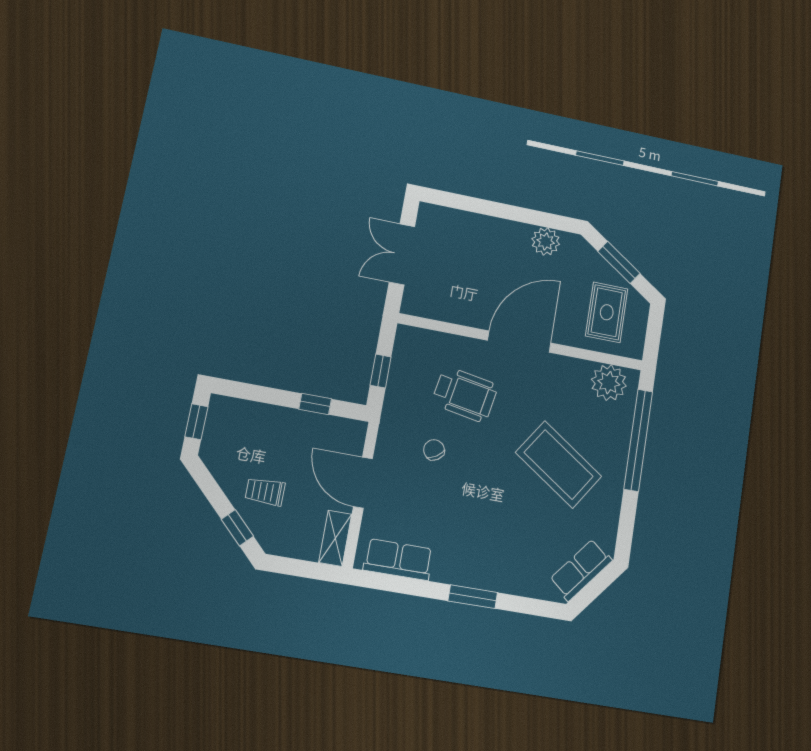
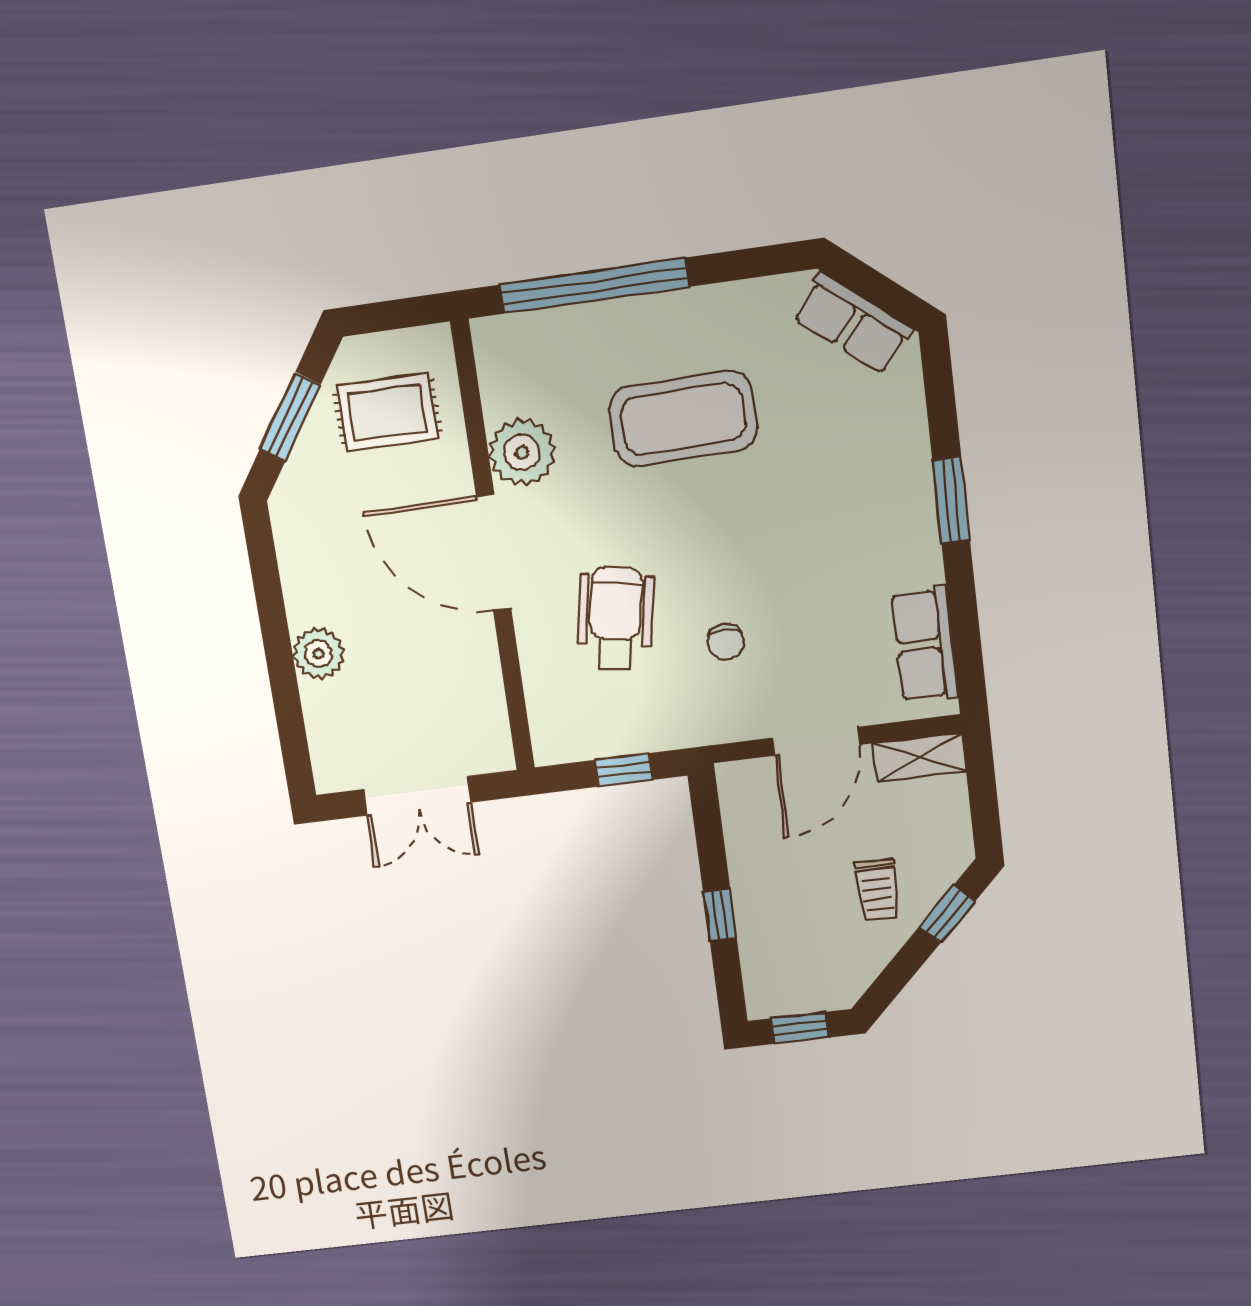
plant: (546, 241) -> (318, 653), moved
plant: (609, 383) -> (522, 452), moved
window: (315, 404) -> (720, 915), moved
chair: (434, 450) -> (726, 642), turned -57
coffee table: (559, 464) -> (683, 419), turned 55

